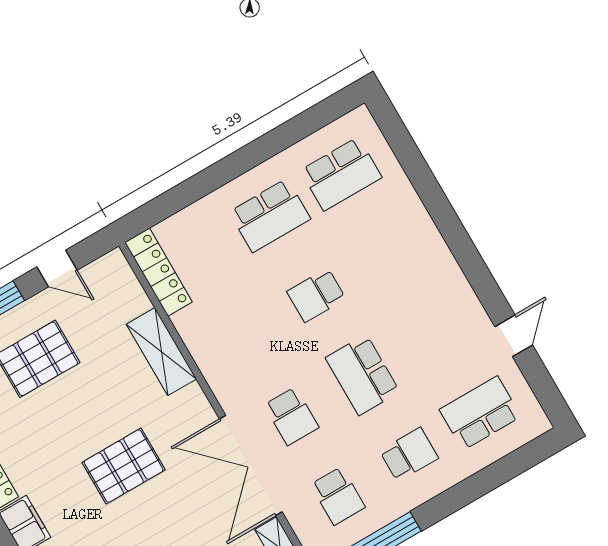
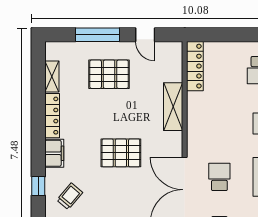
school desk: (291, 416) -> (219, 177), turned 180

